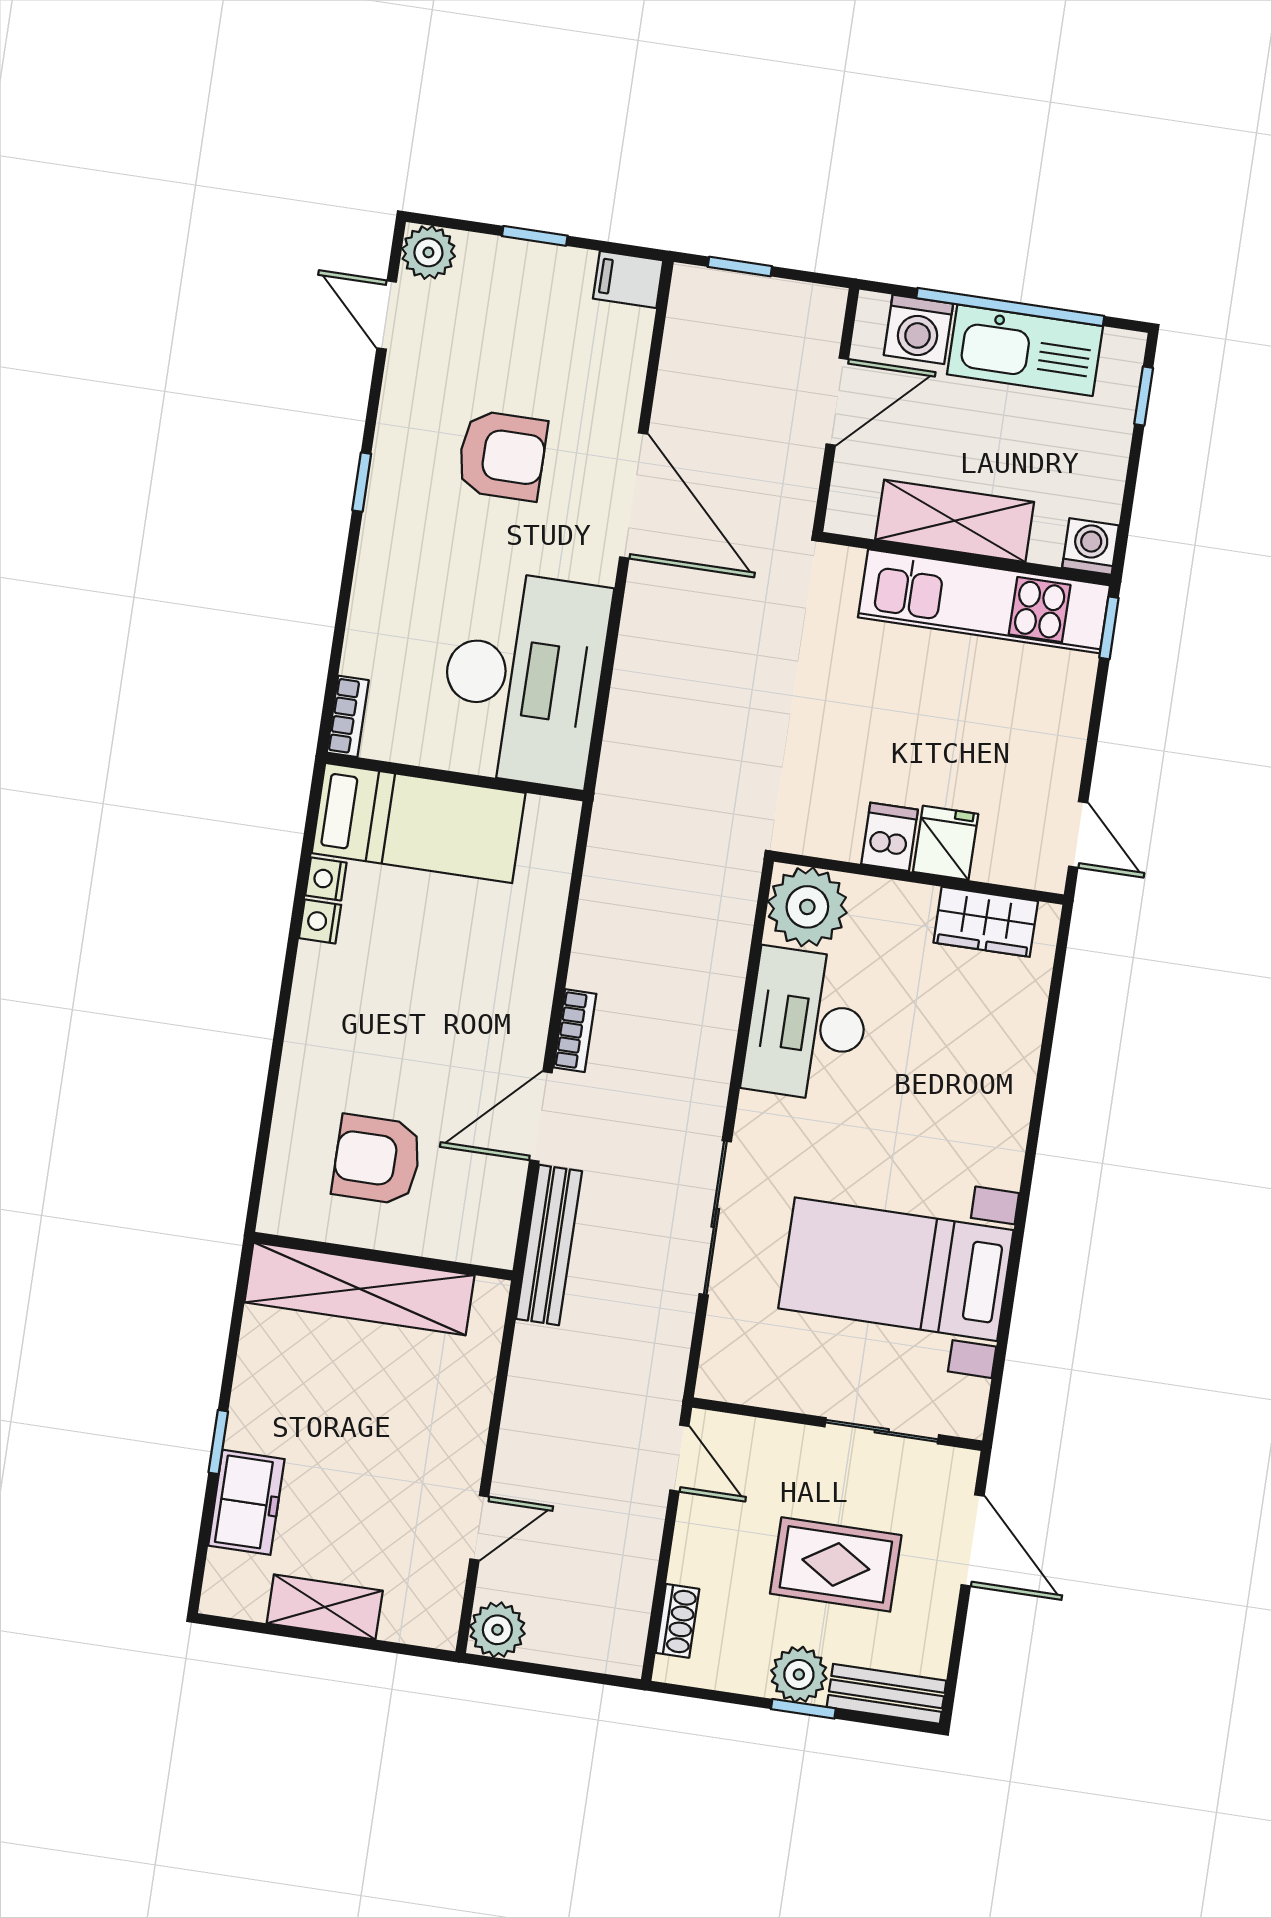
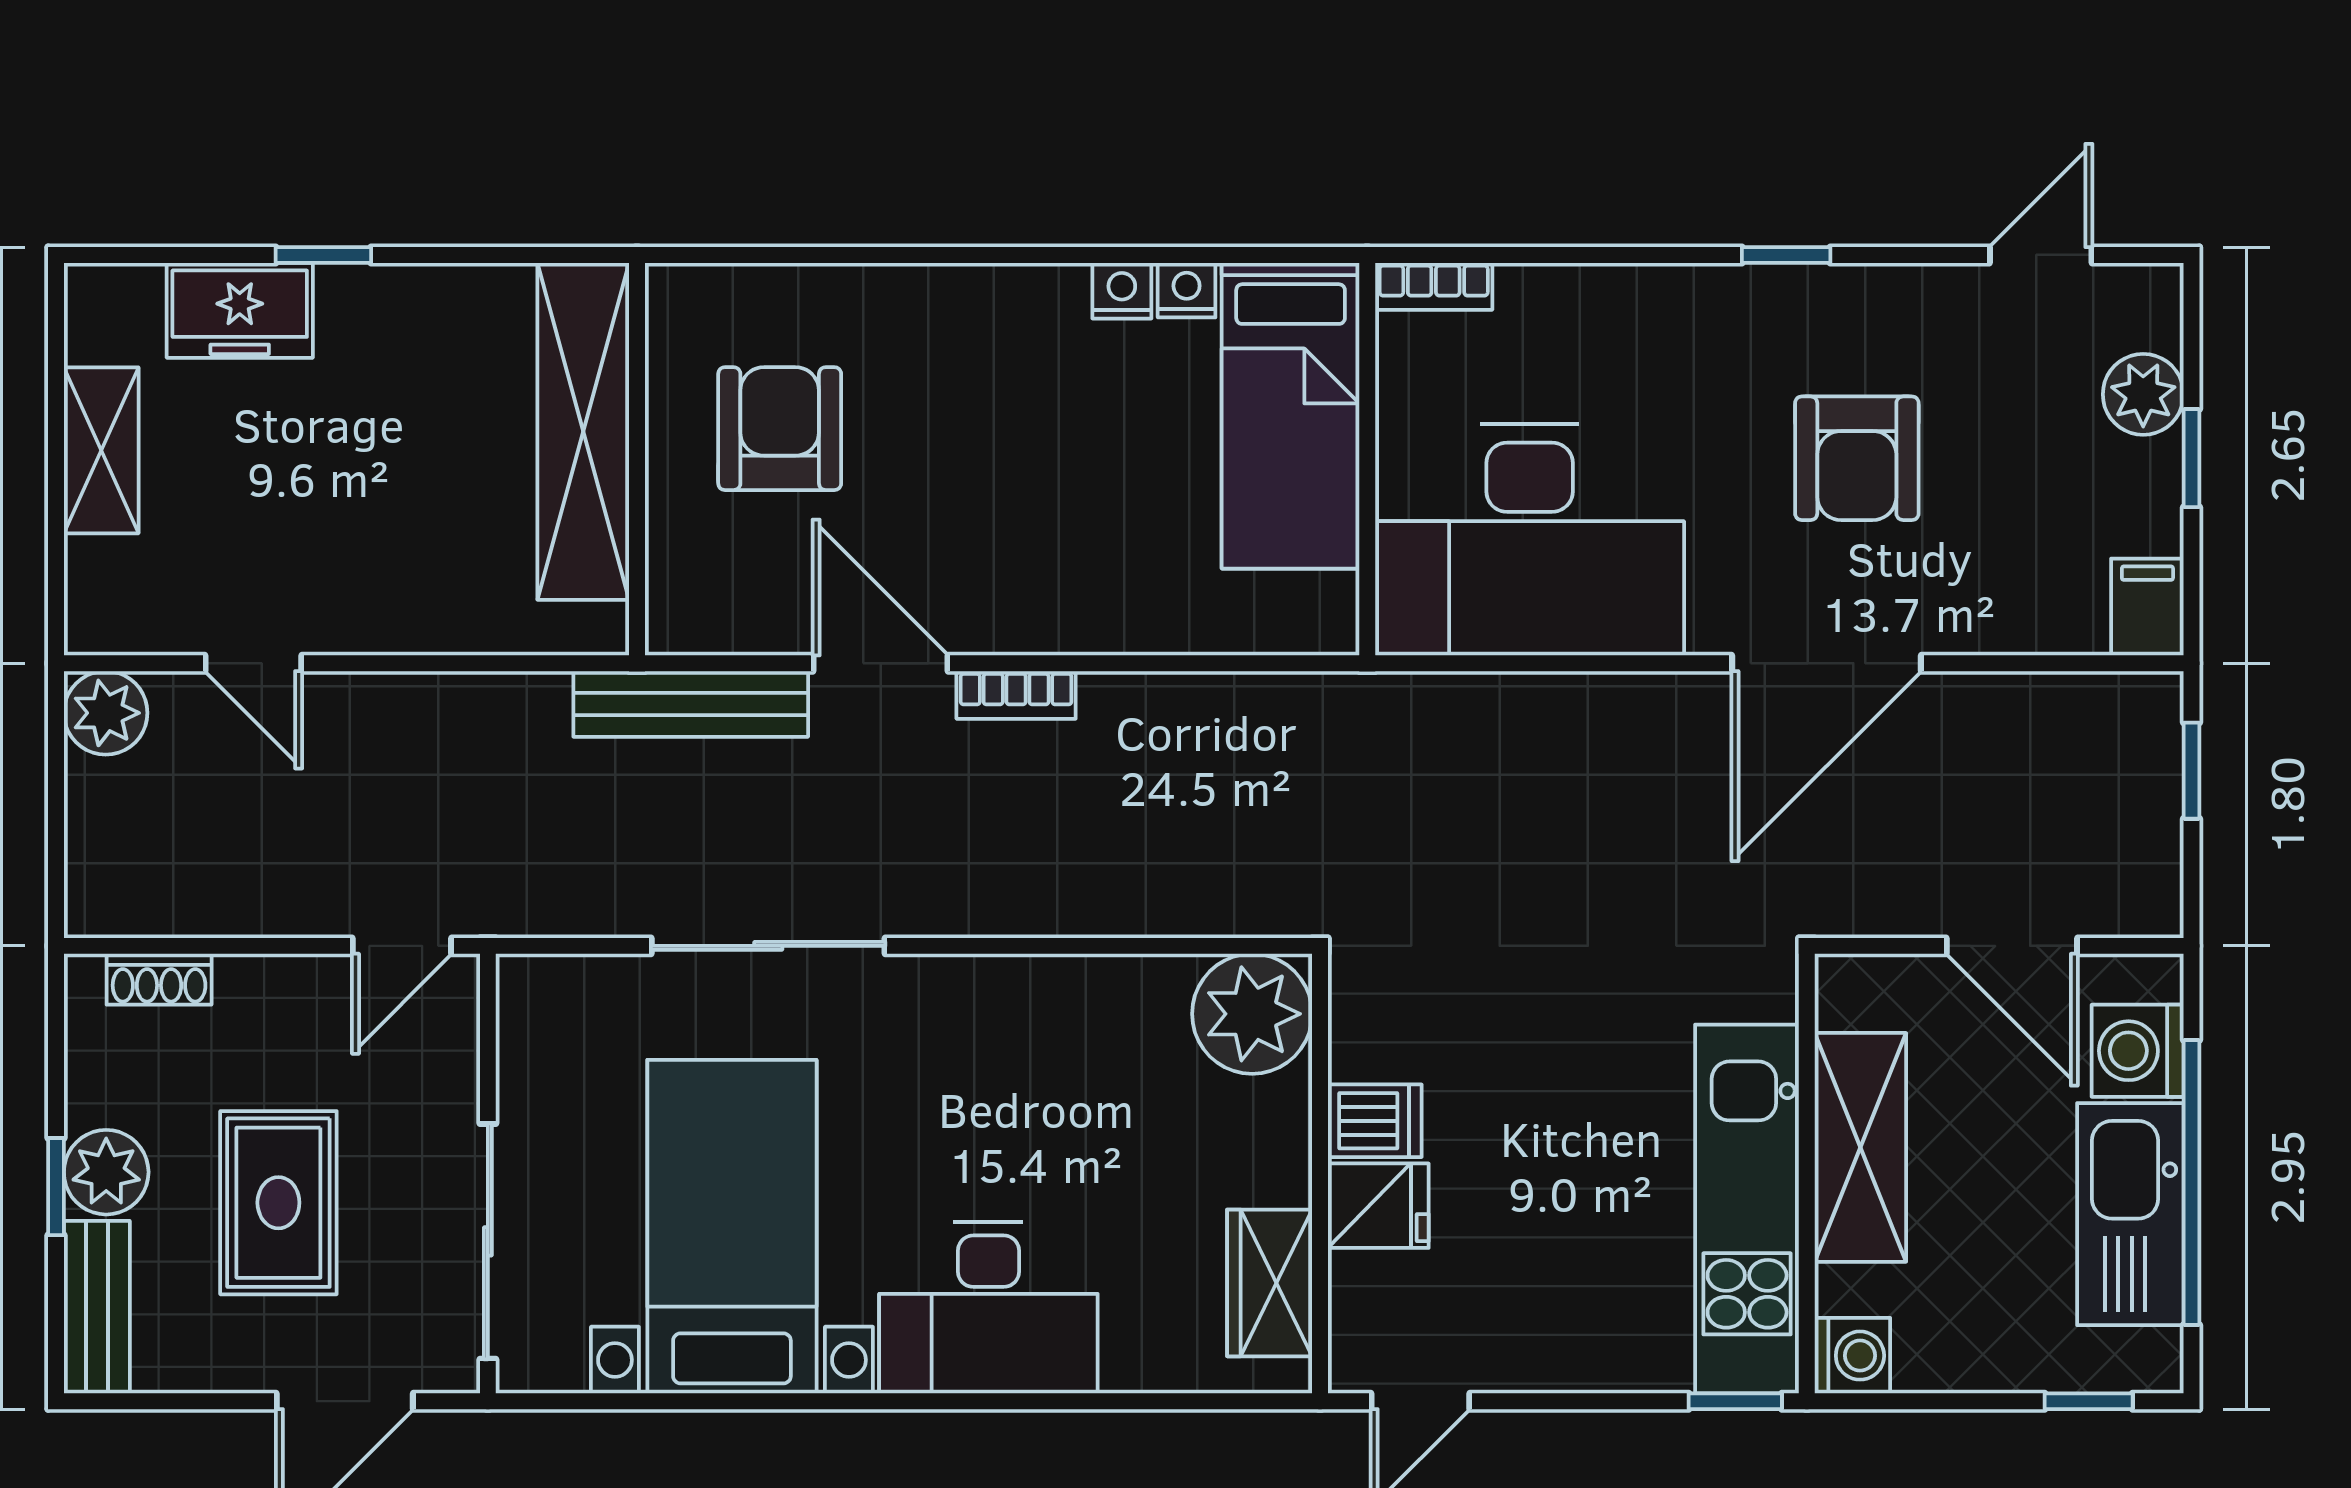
plant: (428, 252) -> (2143, 394), moved
desk: (807, 1025) -> (988, 1308), moved, turned 180
sliding door: (882, 1431) -> (488, 1241), width x1.37

